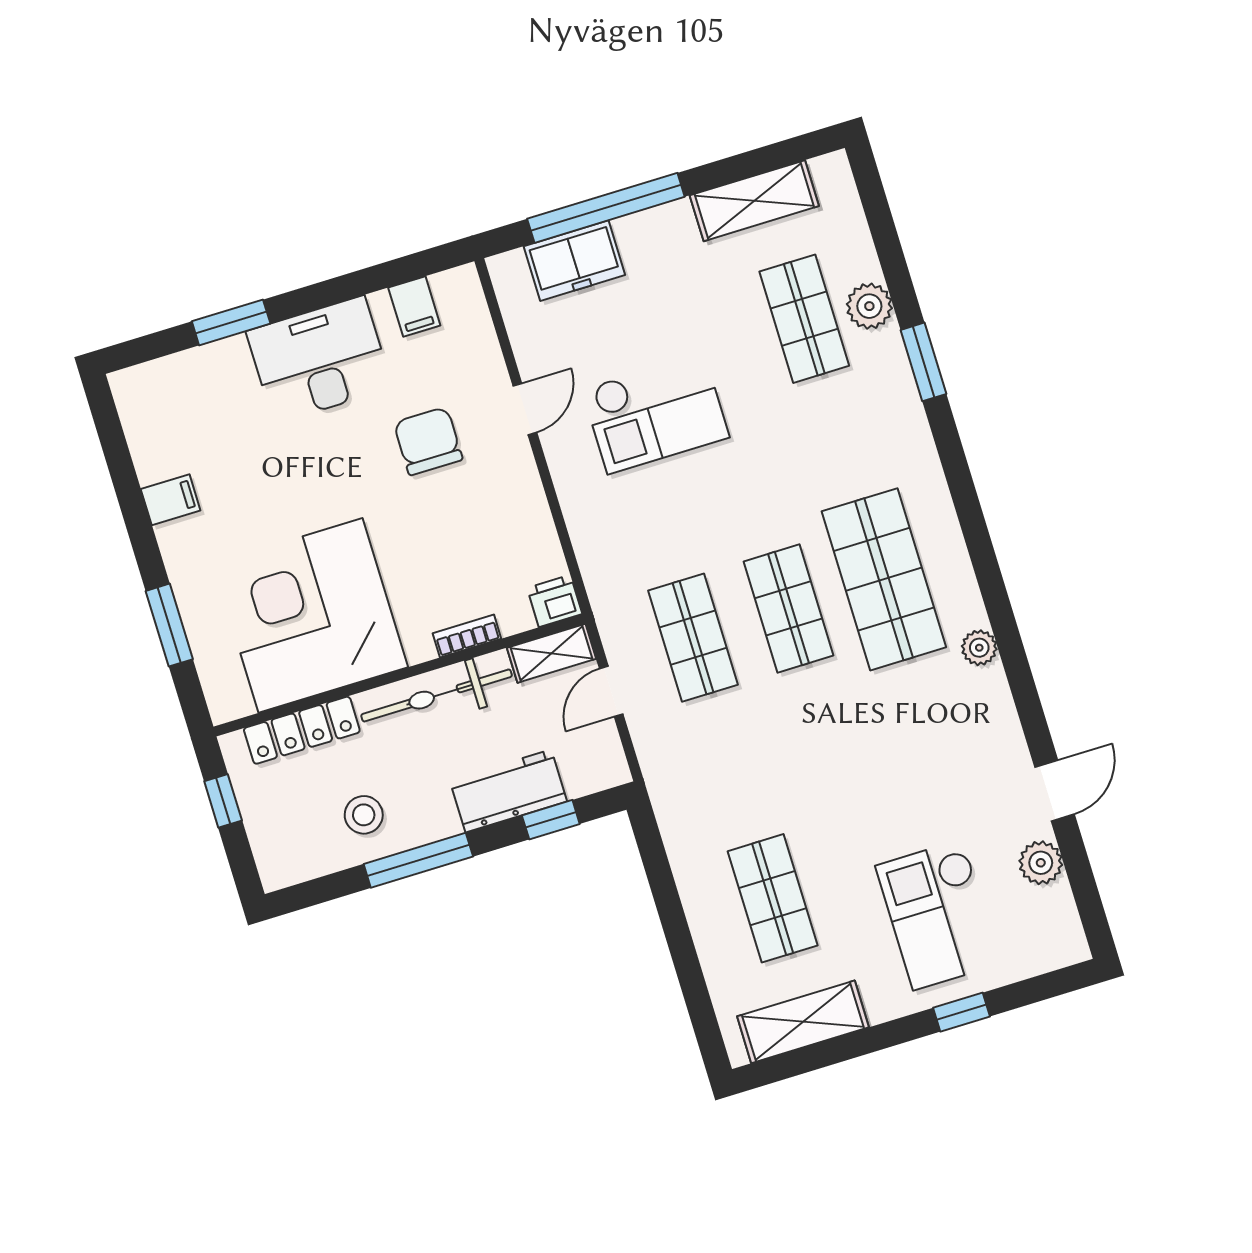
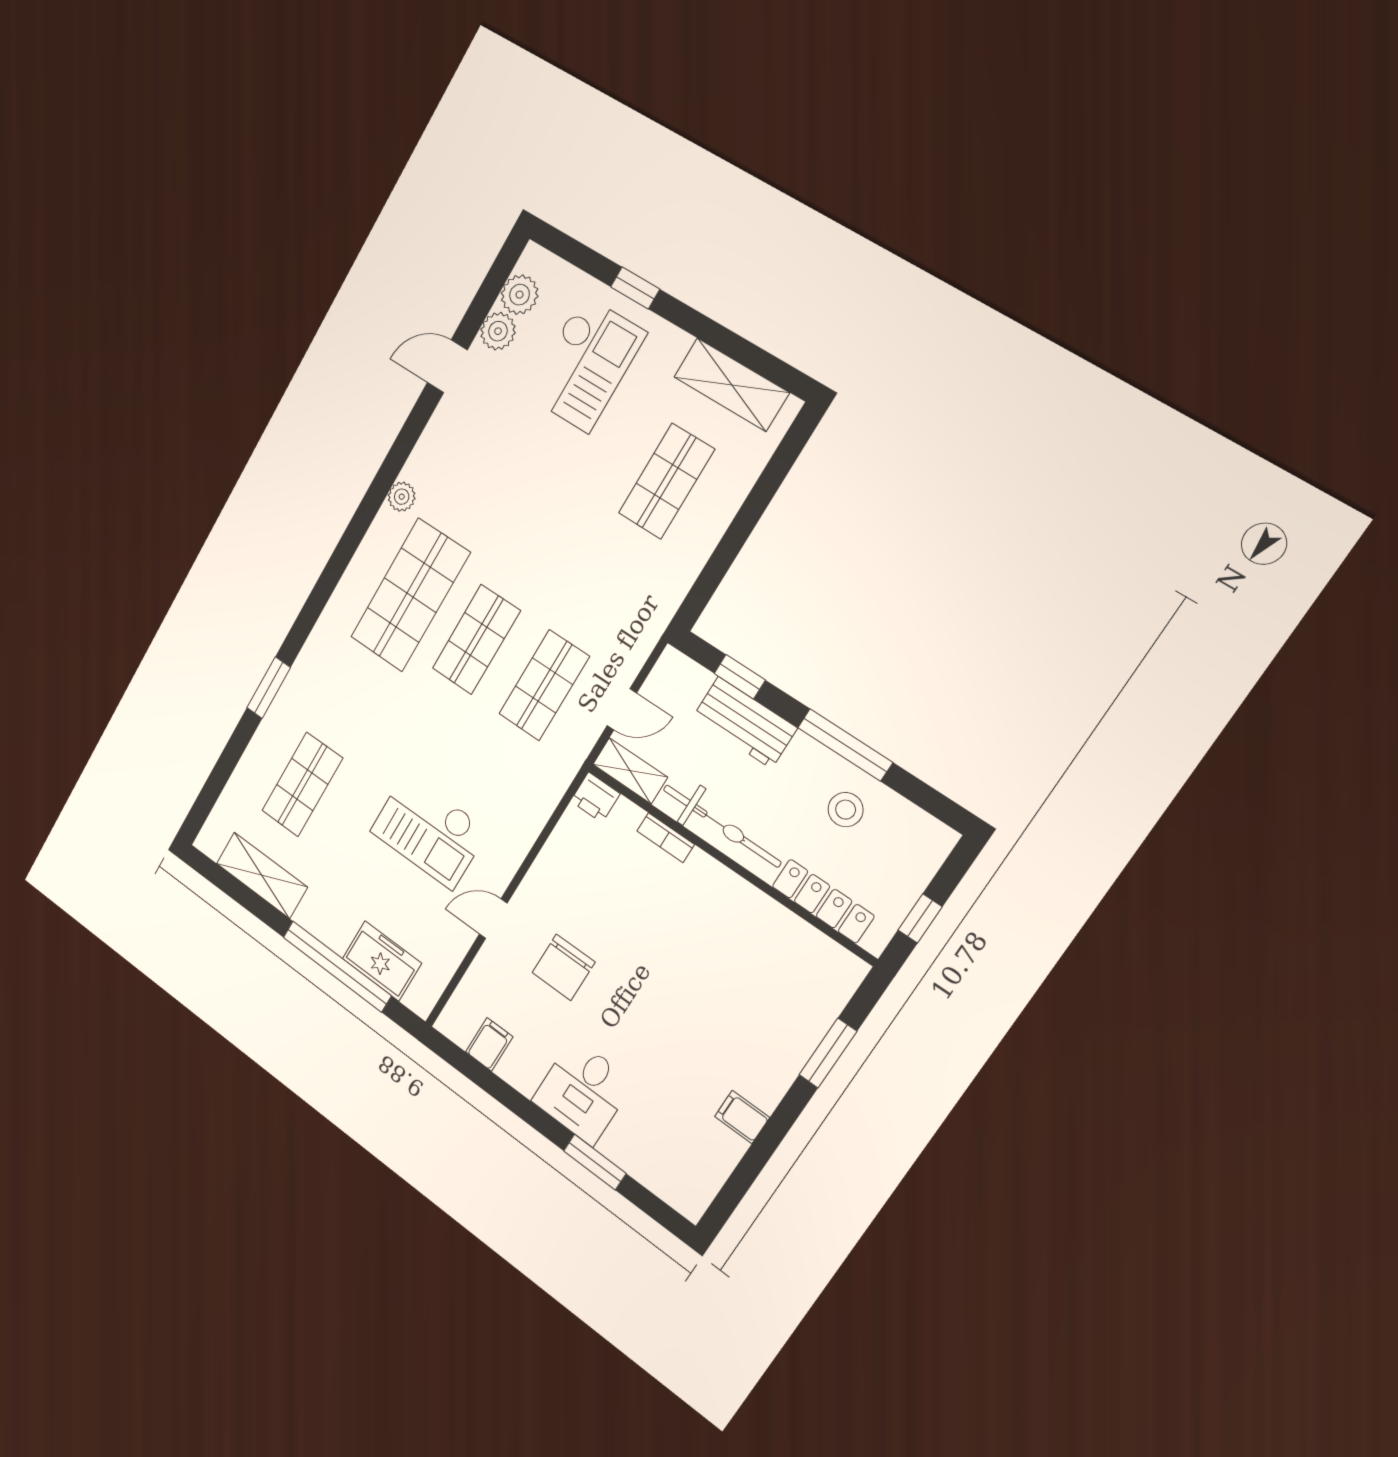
plant: (869, 306) -> (520, 295), moved
desk: (319, 360) -> (583, 1091), width x0.73
checkout: (656, 413) -> (429, 830), turned 180
corner desk: (311, 615) -> (740, 957), removed

